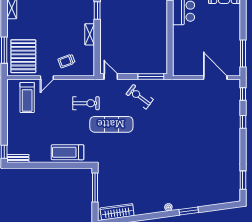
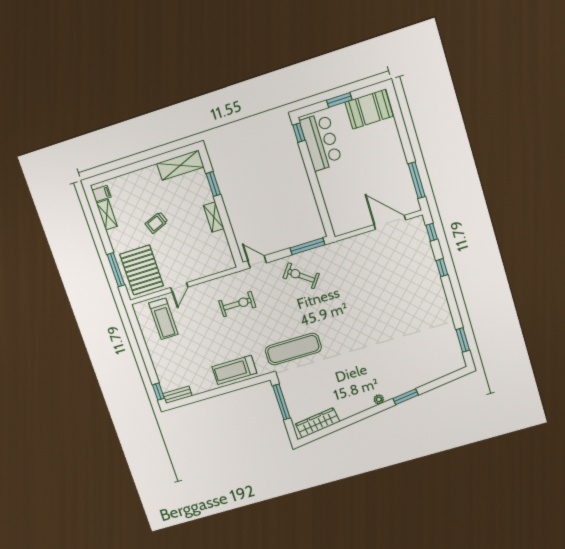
trolley: (67, 61) -> (156, 223), moved
exercise mat: (111, 124) -> (293, 349), moved

